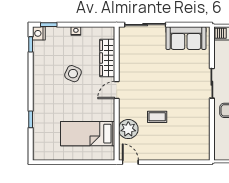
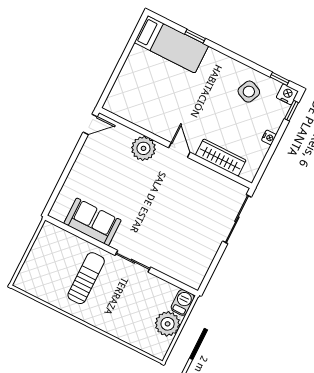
sofa: (186, 38) -> (93, 222), moved, turned 90
side table: (73, 74) -> (249, 92), moved
coffee table: (157, 117) -> (126, 180), removed
plant: (128, 129) -> (143, 148), moved
bed: (88, 134) -> (171, 44), moved, turned 90

